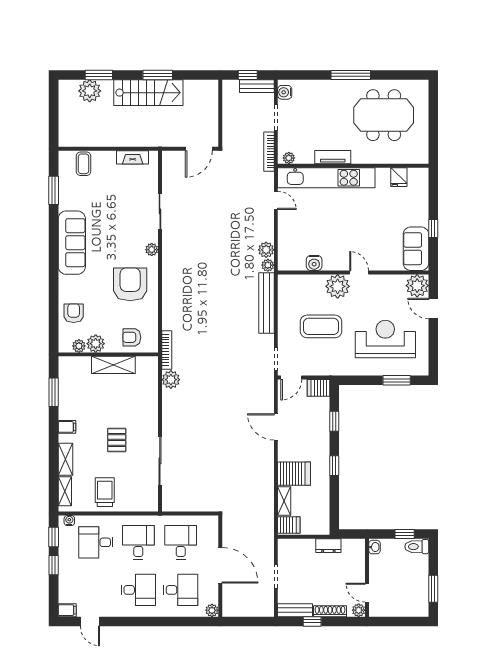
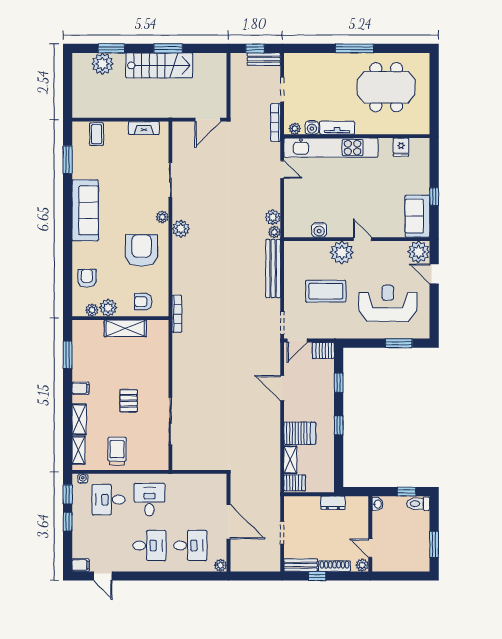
water cooler: (285, 92) -> (312, 128), moved, turned -90
plant: (171, 380) -> (181, 229), moved
desk: (181, 542) -> (190, 500), removed

